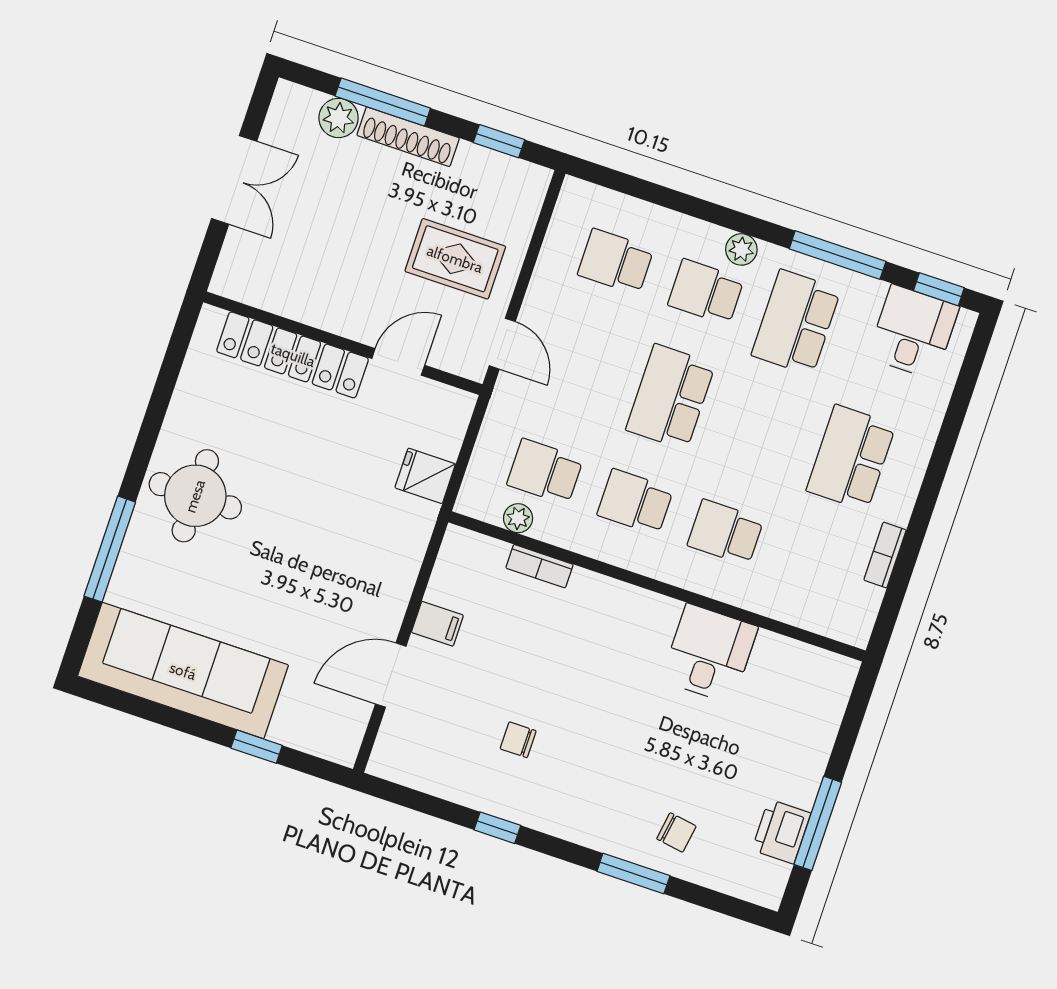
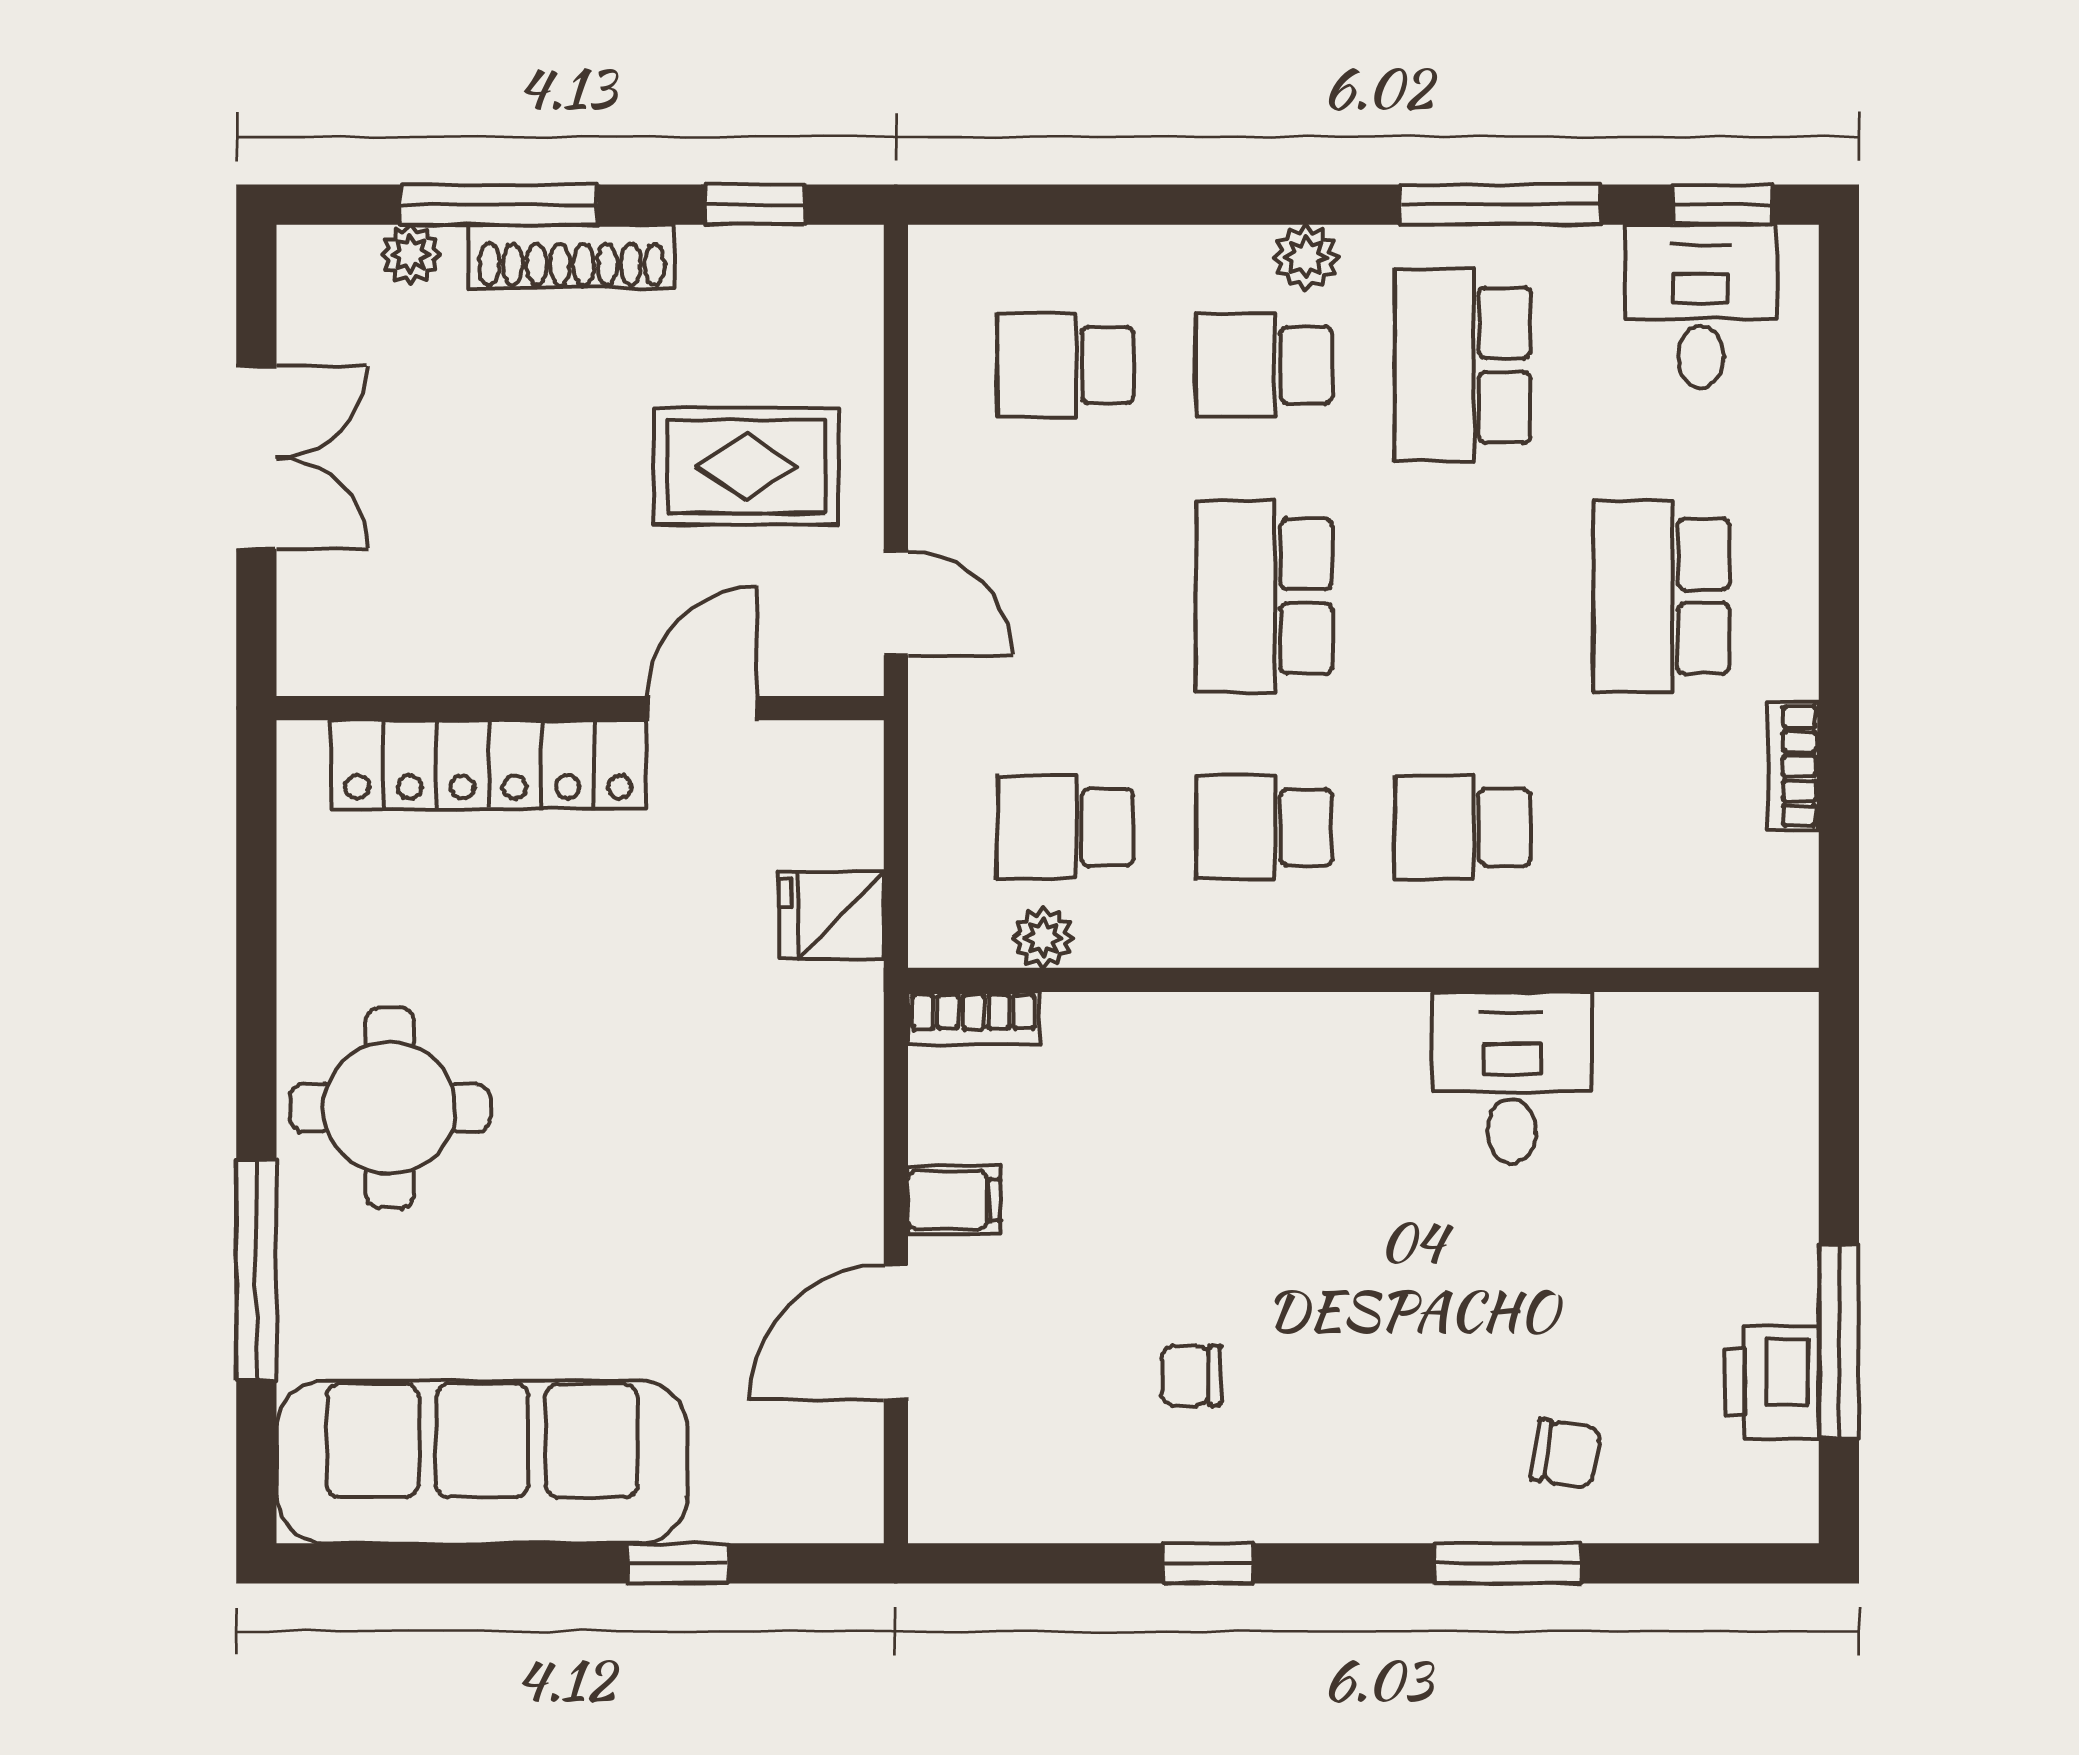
plant: (339, 118) -> (411, 254), width x0.73, depth x0.73
bookcase: (539, 566) -> (974, 1018), moved

